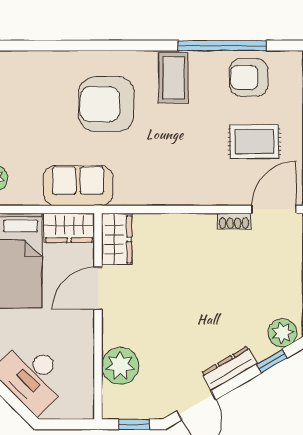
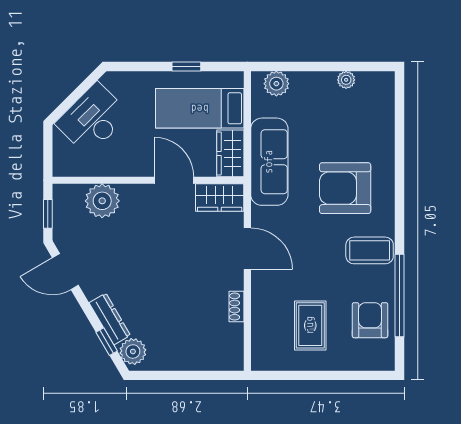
armchair: (107, 104) -> (345, 188), turned -90
sofa: (78, 186) -> (269, 162), width x1.36
door: (274, 209) -> (247, 249), moved
dresser: (229, 368) -> (110, 319), moved

